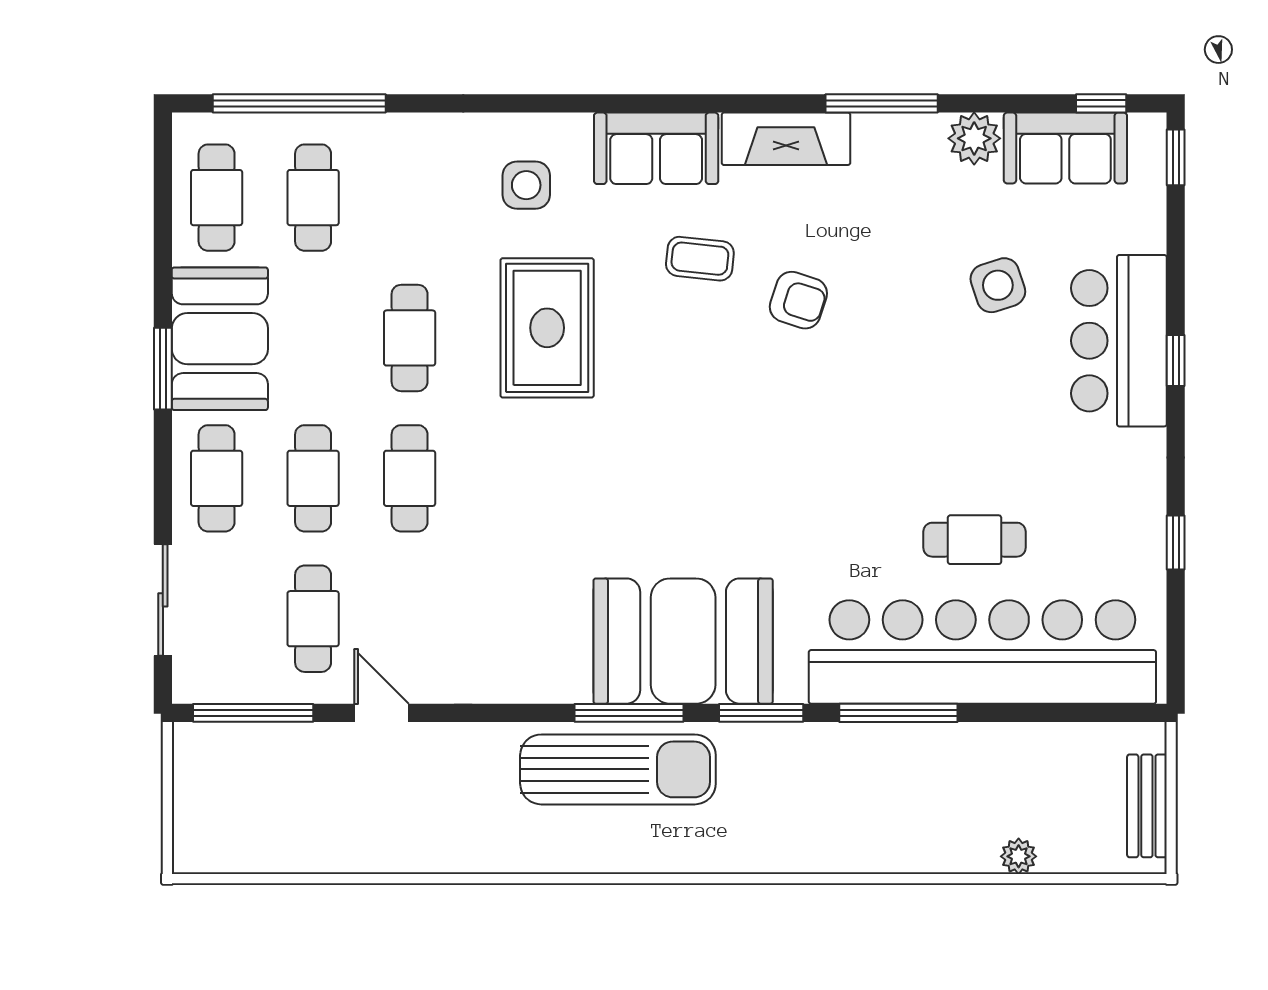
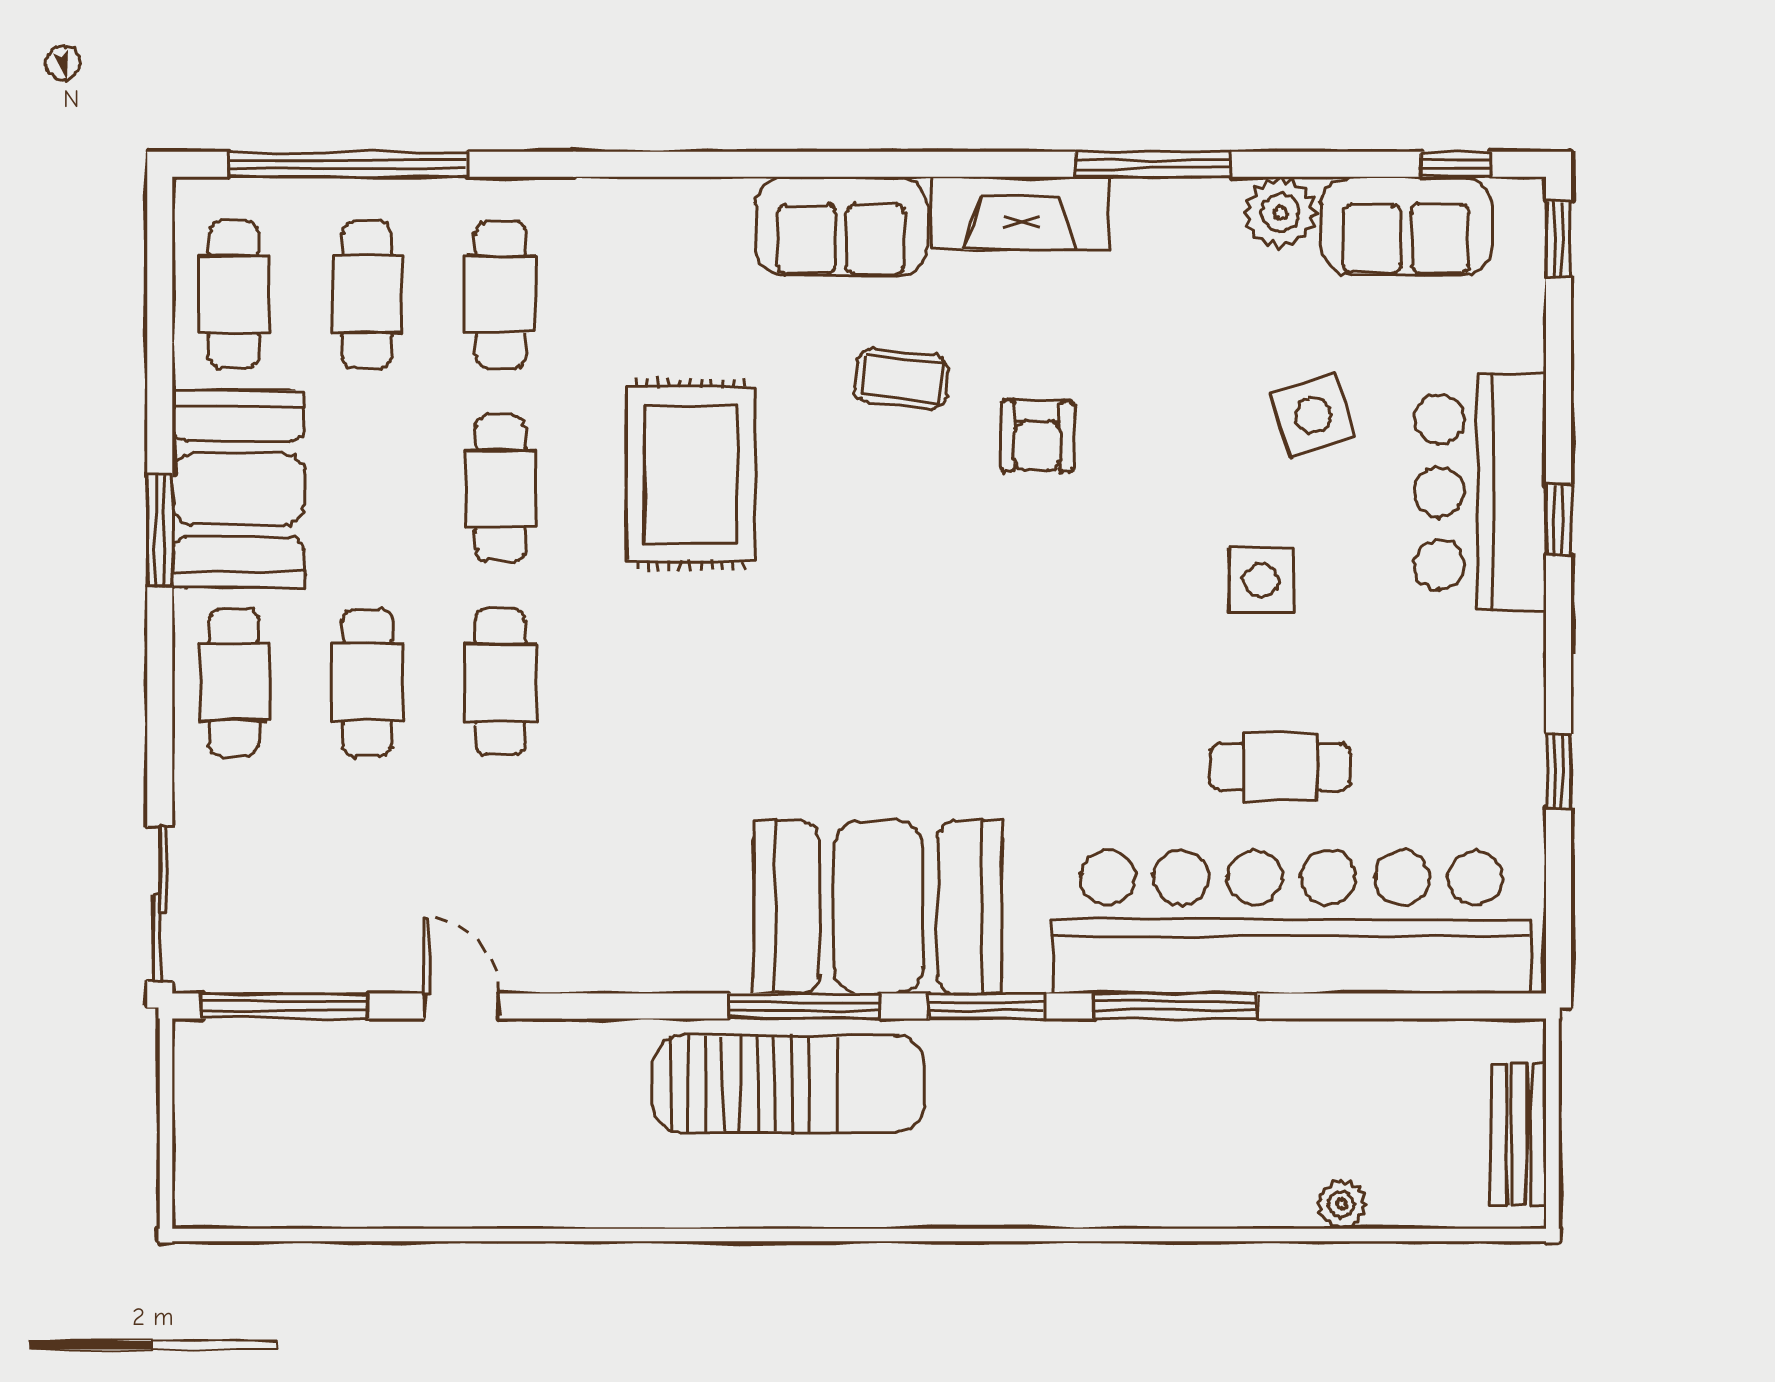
side table: (526, 185) -> (1261, 580), moved
armchair: (798, 300) -> (1038, 436), turned 73
sliding door: (163, 600) -> (160, 904), moved
cafe table: (313, 619) -> (500, 294), moved

